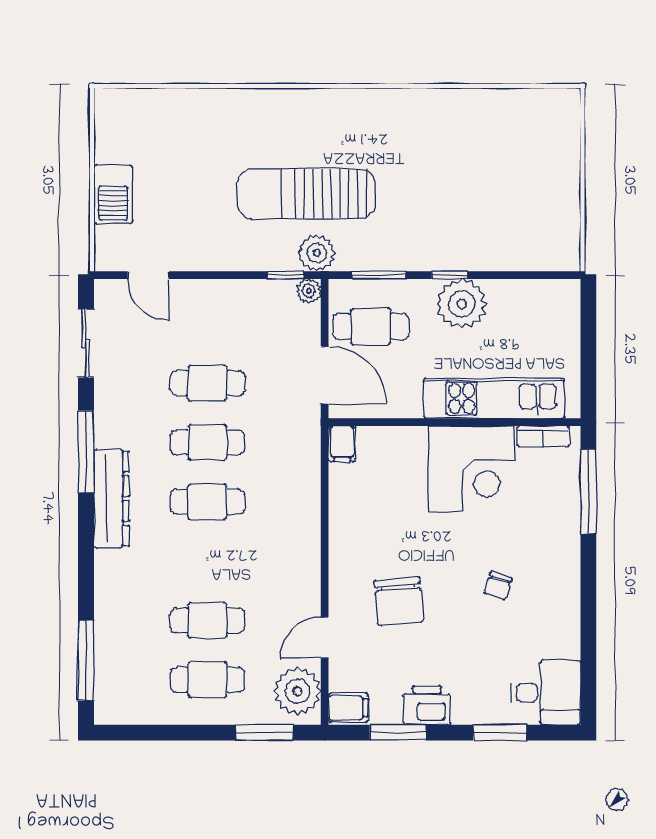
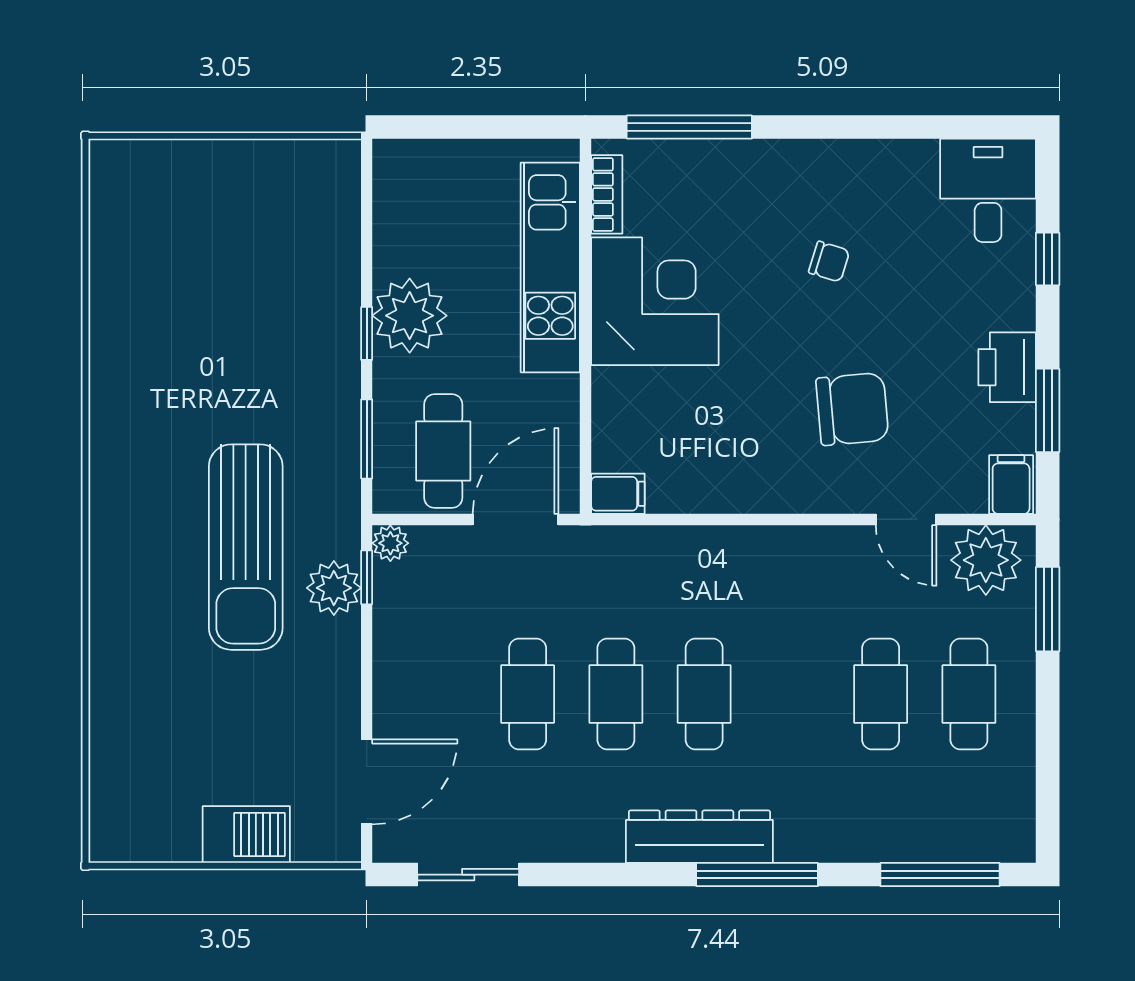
plant: (317, 253) -> (334, 588), moved
door: (148, 275) -> (367, 782), width x1.38
window: (86, 451) -> (757, 875), moved
window: (500, 733) -> (1048, 259), width x0.67

